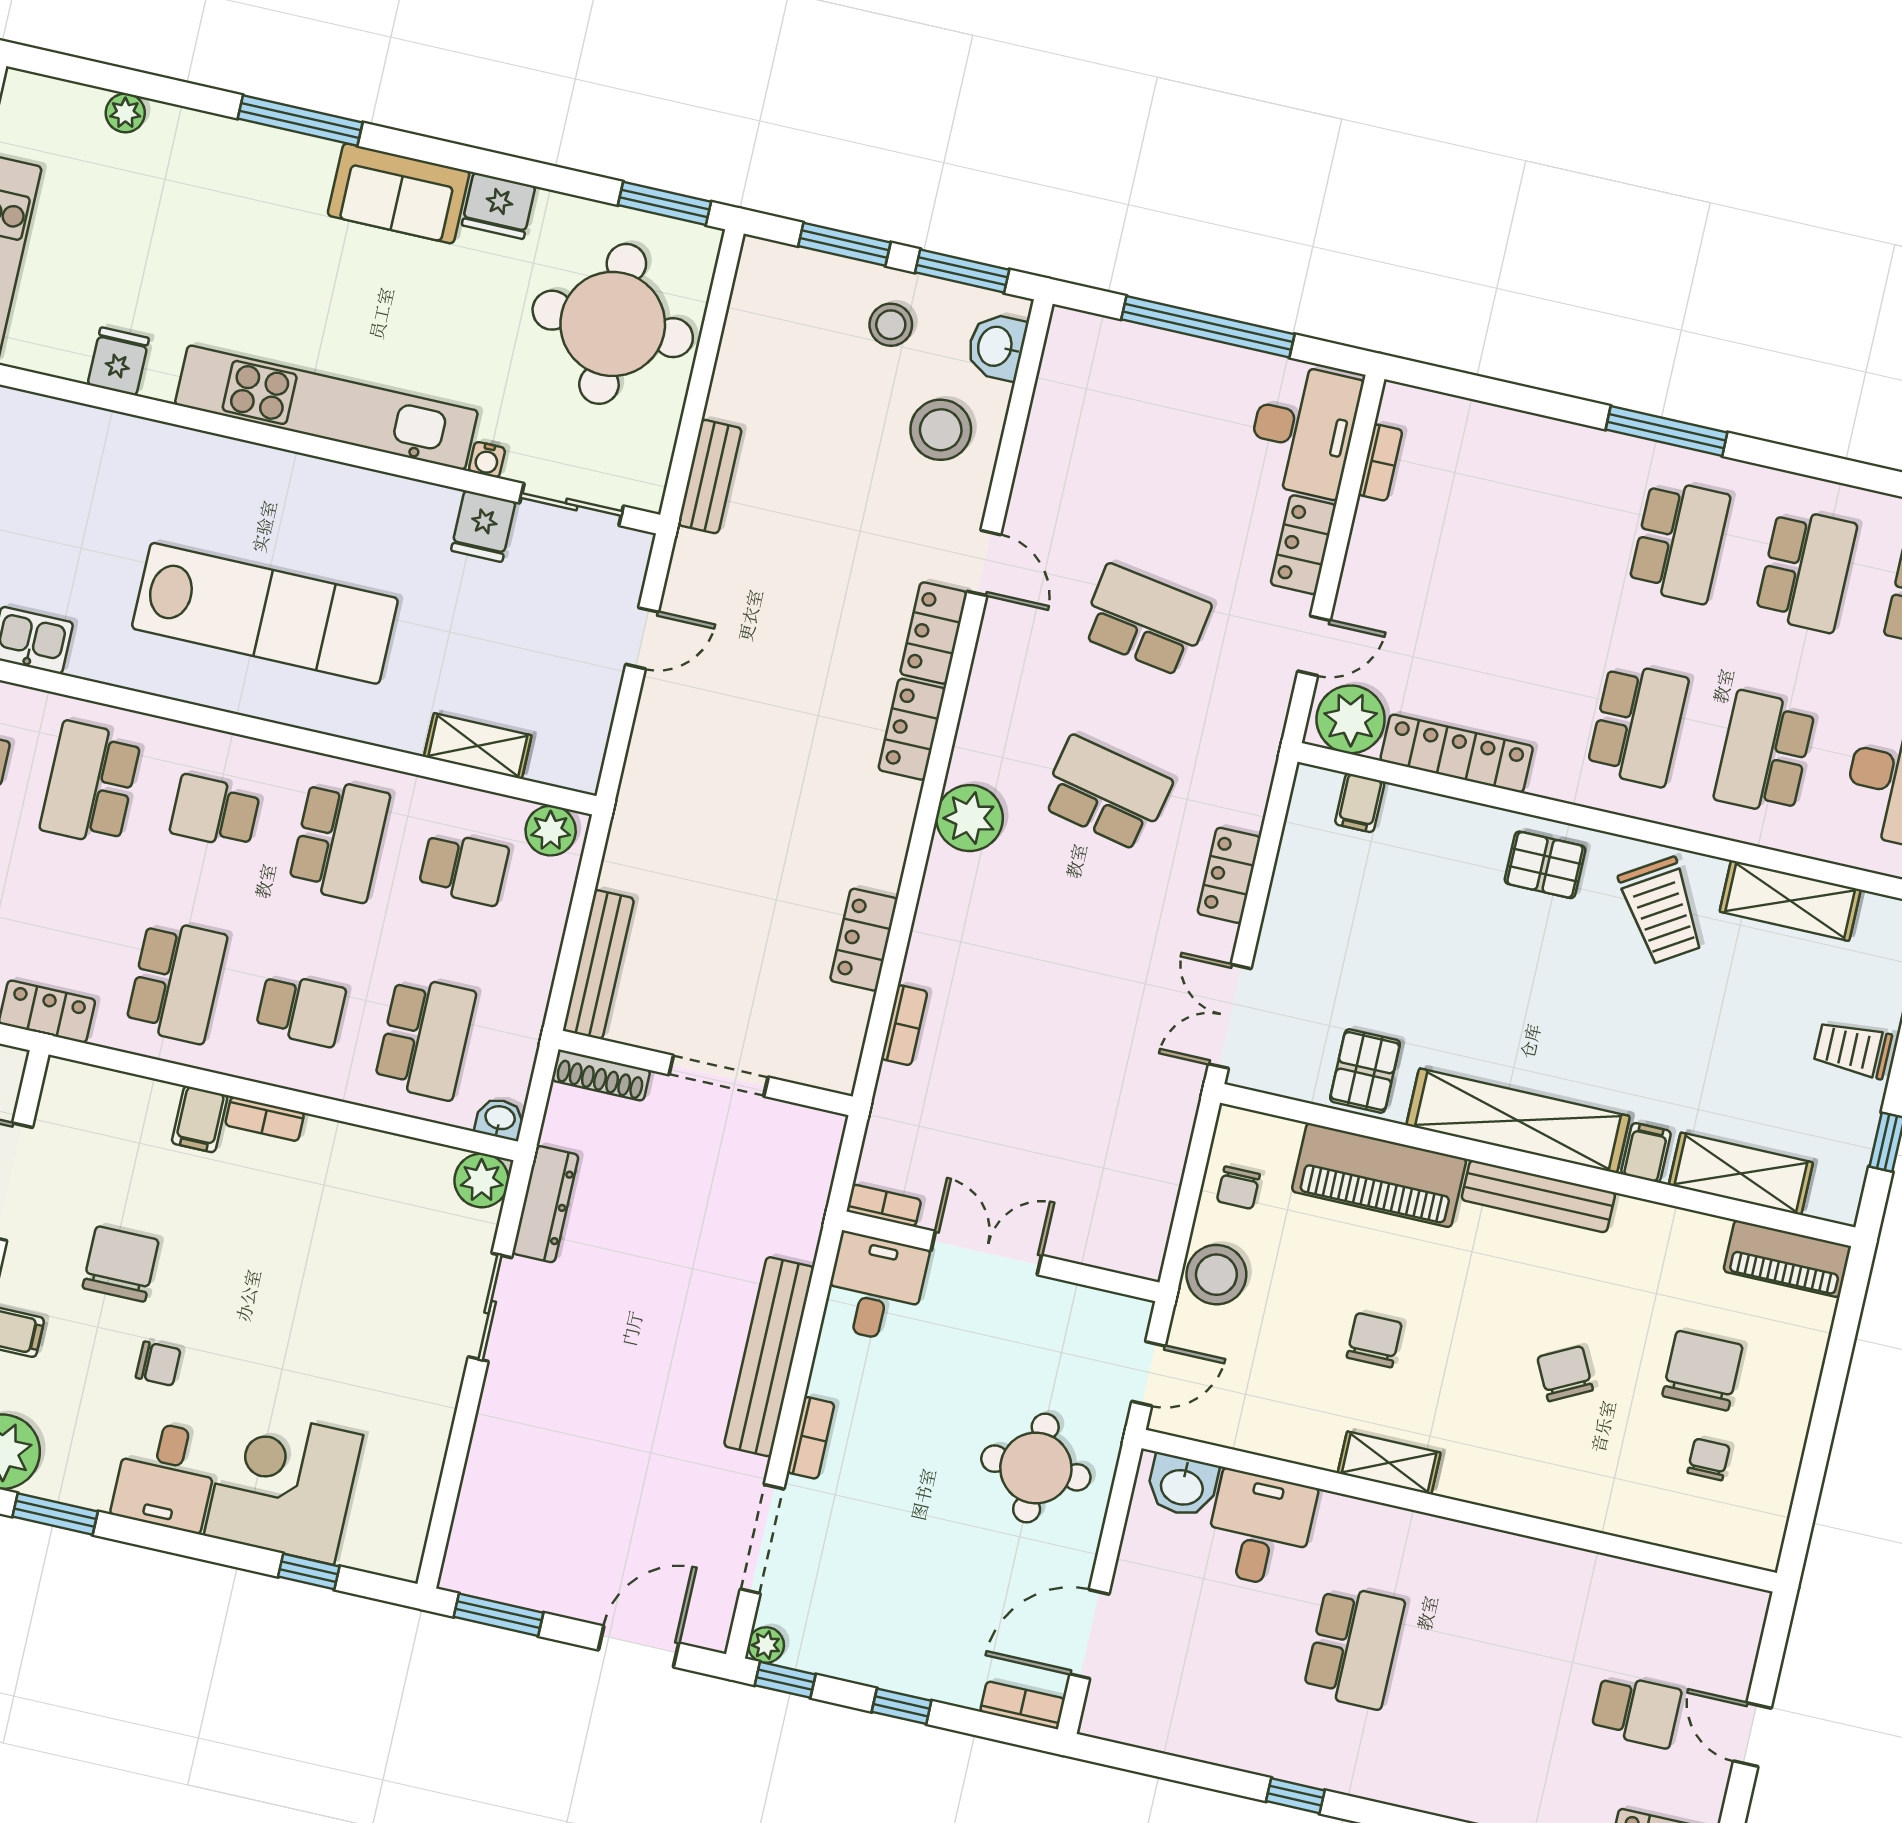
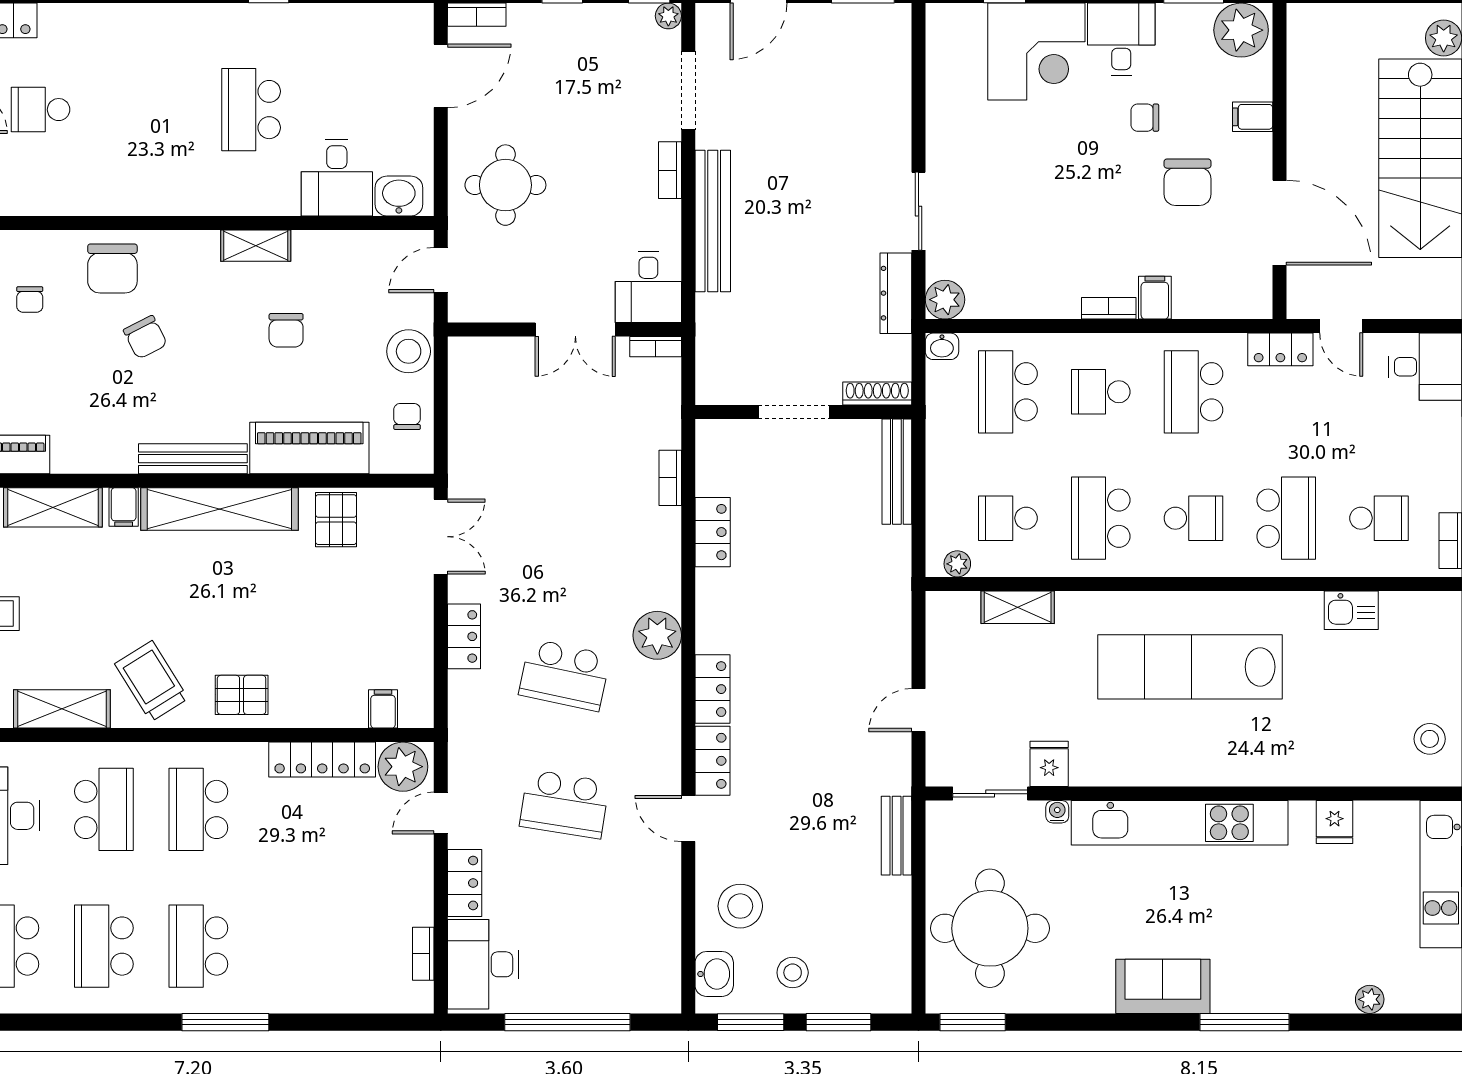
fridge: (499, 206) -> (1090, 994), removed
plant: (551, 831) -> (957, 564), width x0.73, depth x0.73
chair: (1702, 1371) -> (112, 268), moved

